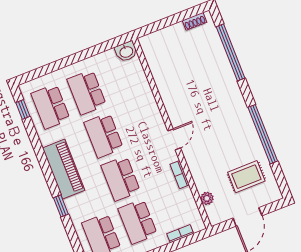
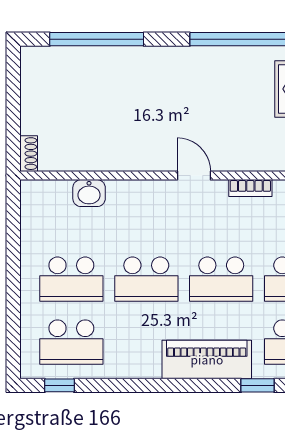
shoe rack: (194, 21) -> (29, 154), moved
washbasin: (126, 51) -> (89, 193), moved, turned 90
piano: (64, 169) -> (207, 359), moved
window: (61, 206) -> (258, 385), moved

